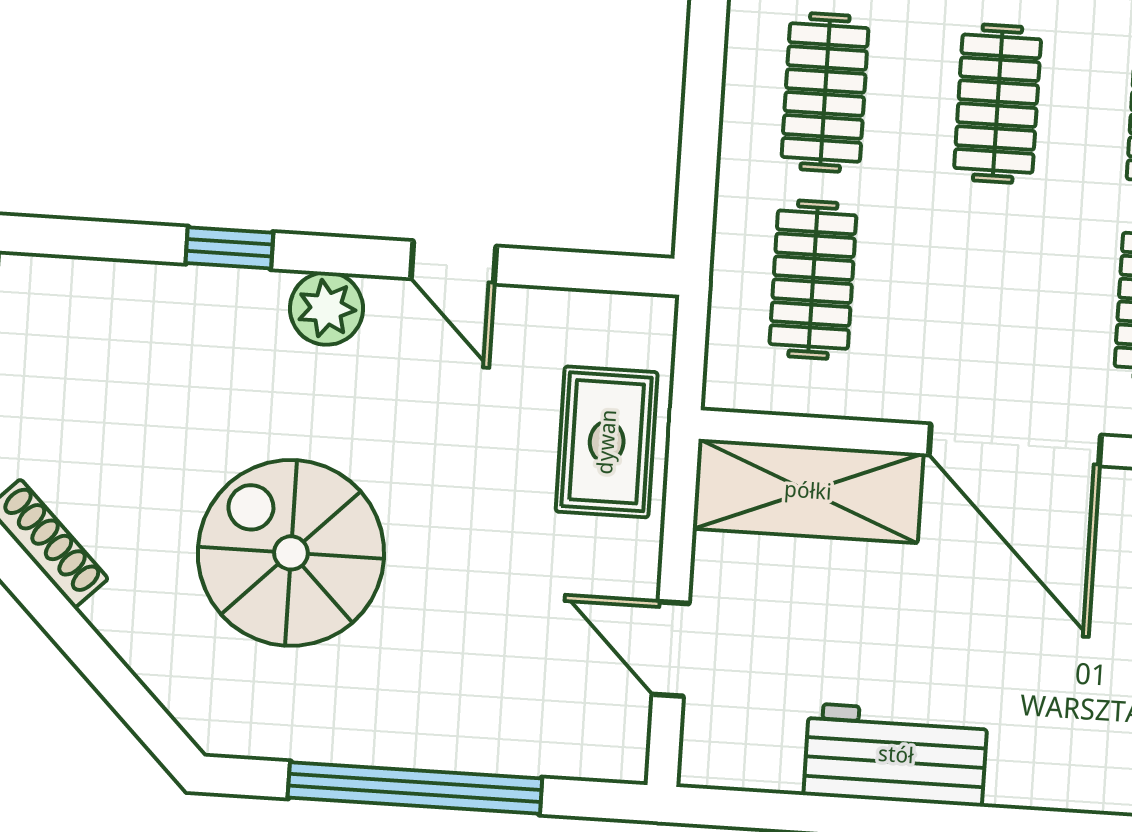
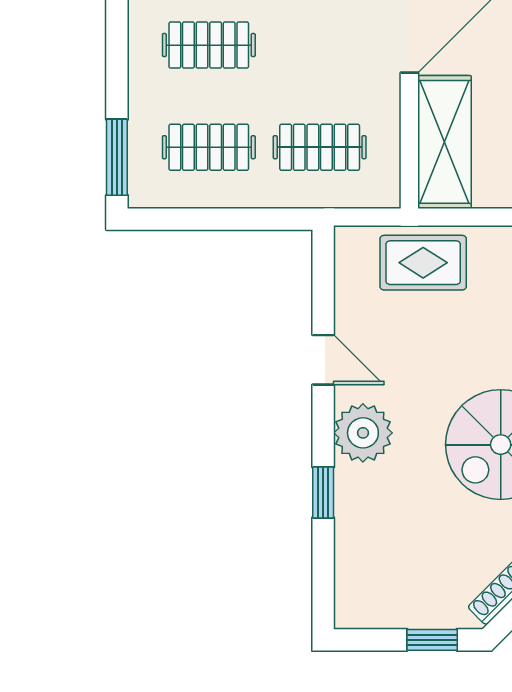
door: (454, 262) -> (323, 360), hinge flipped
plant: (327, 308) -> (363, 433), width x1.36, depth x1.36

